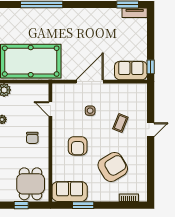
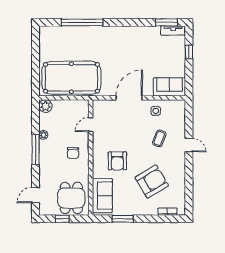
window: (151, 67) -> (189, 52), moved
door: (50, 109) -> (91, 125), hinge flipped
side table: (90, 111) -> (156, 111), moved
door: (151, 130) -> (189, 145), hinge flipped
sofa: (70, 191) -> (102, 196), moved, turned 90

